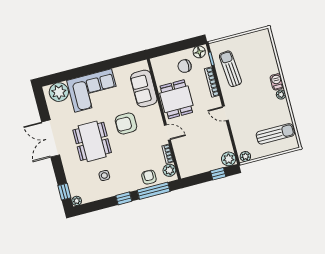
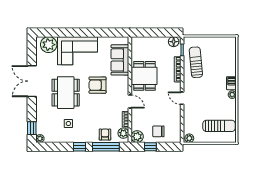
chair: (185, 66) -> (158, 131), moved
plant: (229, 159) -> (137, 137), moved
window: (218, 174) -> (150, 147), moved

